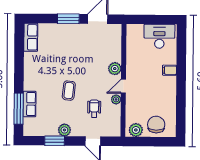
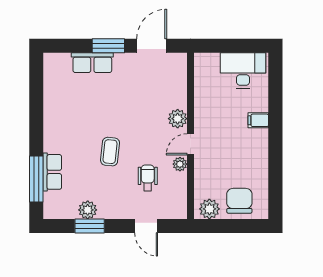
row of seats: (31, 37) -> (92, 63), moved, turned 90
plant: (64, 130) -> (88, 210), moved

